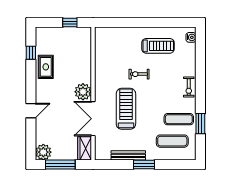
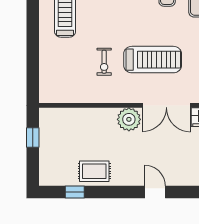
exercise bike: (139, 74) -> (104, 62), moved
treadmill: (126, 109) -> (153, 60), turned 180

